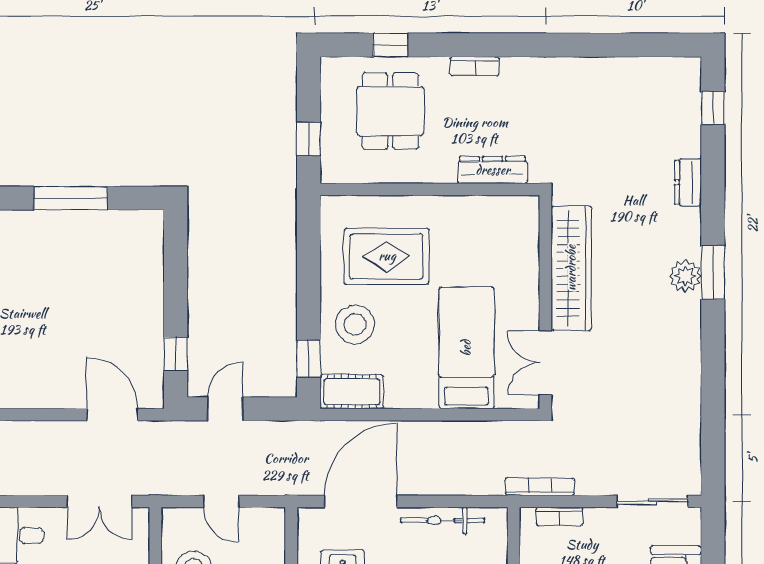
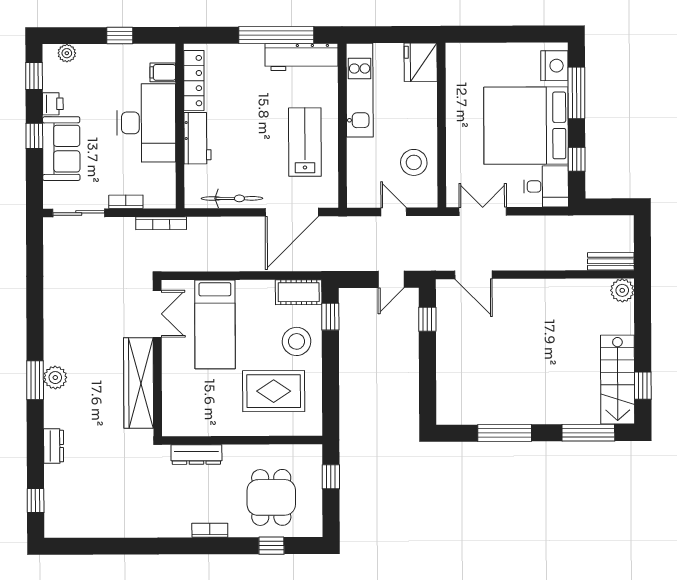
bookcase: (560, 516) -> (126, 202), moved

